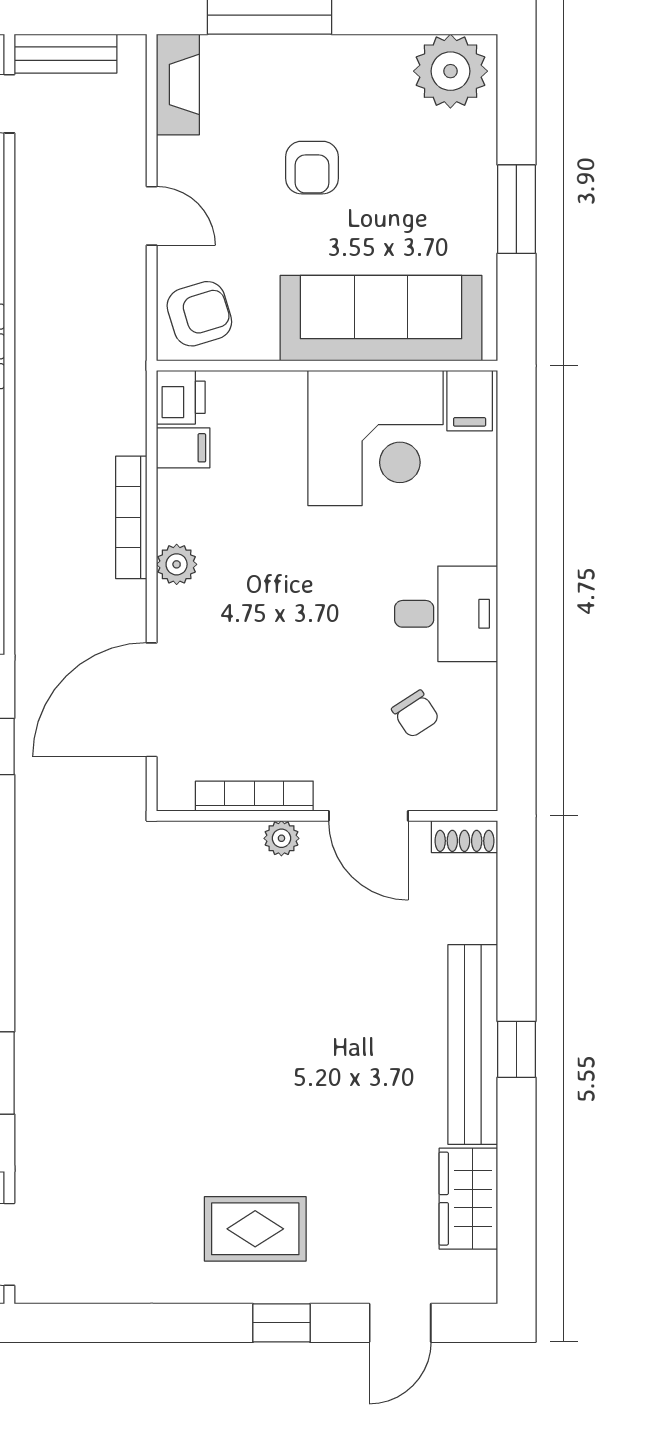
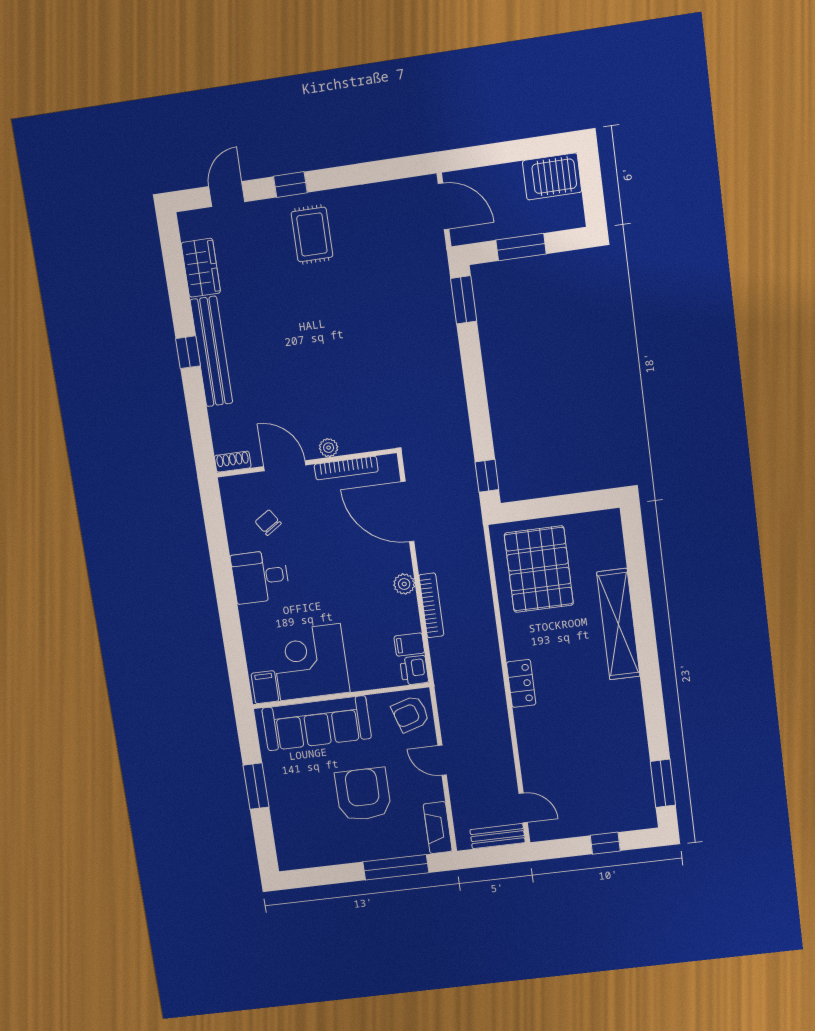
plant: (450, 71) -> (300, 850), removed
armchair: (312, 168) -> (363, 794), width x1.88, depth x1.88
door: (152, 700) -> (407, 512), swing flipped
rug: (255, 1229) -> (312, 234), turned 90

